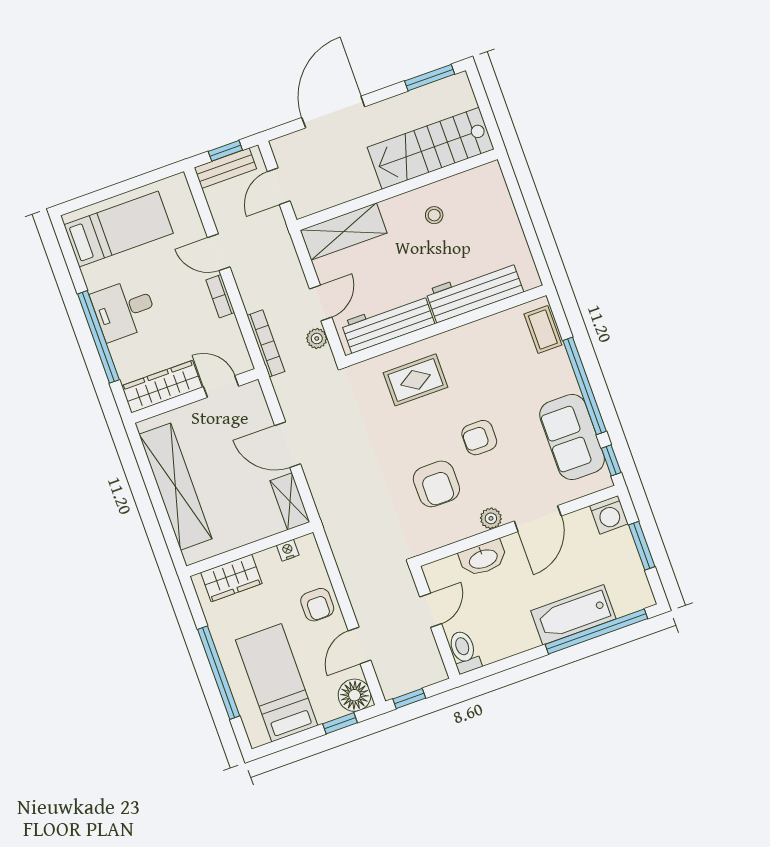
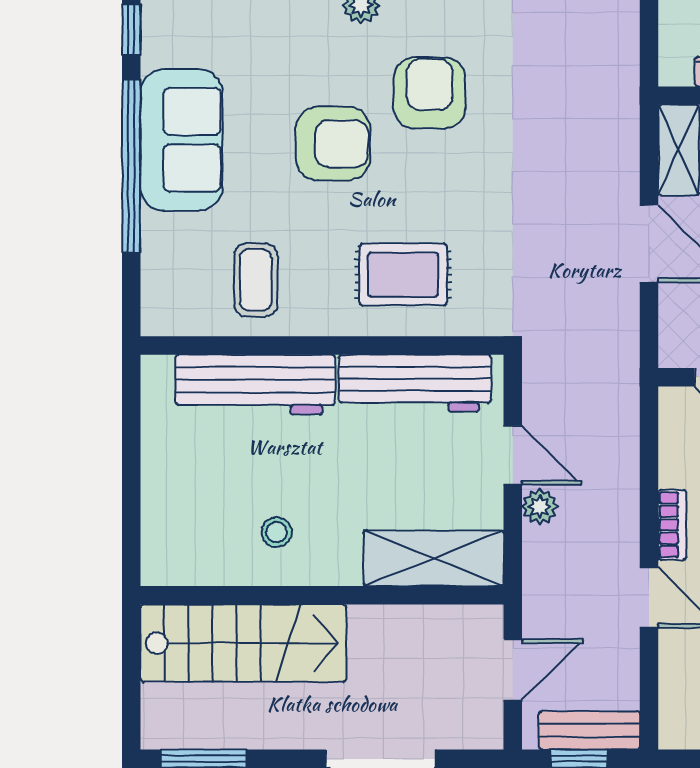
door: (321, 303) -> (513, 455), swing flipped
coffee table: (543, 329) -> (256, 280), moved
plant: (317, 338) -> (540, 507), moved
bookcase: (266, 343) -> (625, 421), removed
sofa: (572, 437) -> (181, 140), moved
armchair: (479, 438) -> (333, 144), width x1.38, depth x1.38

